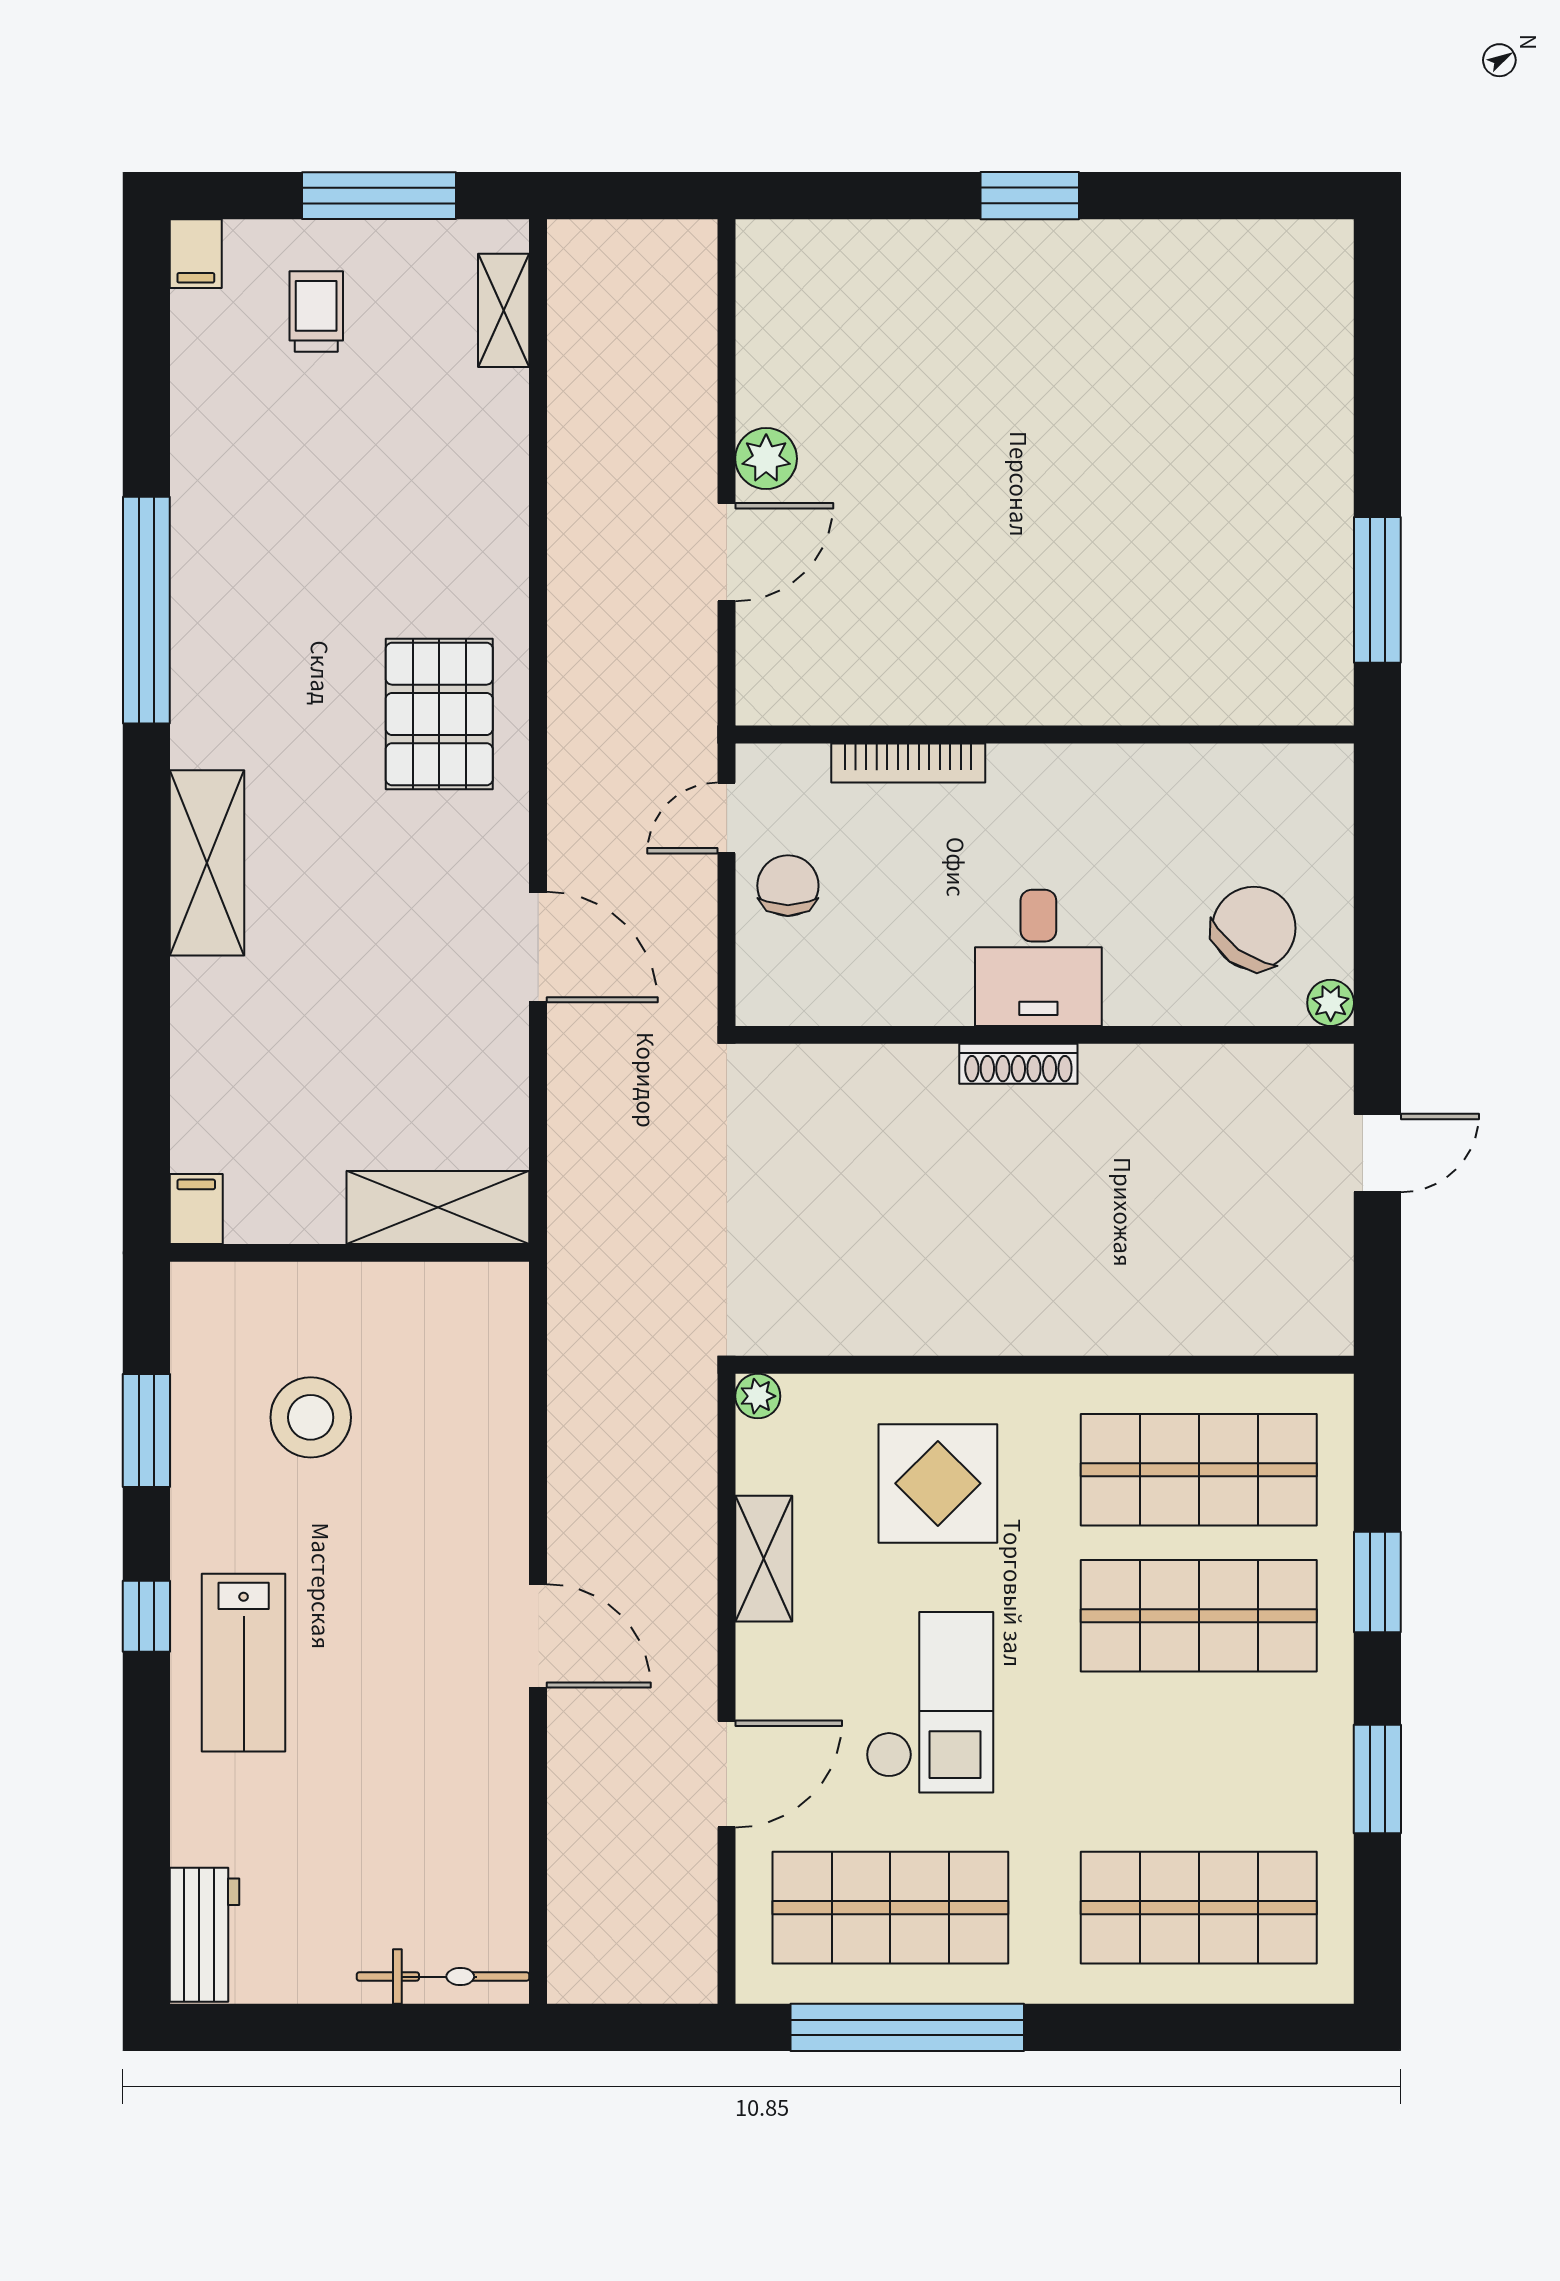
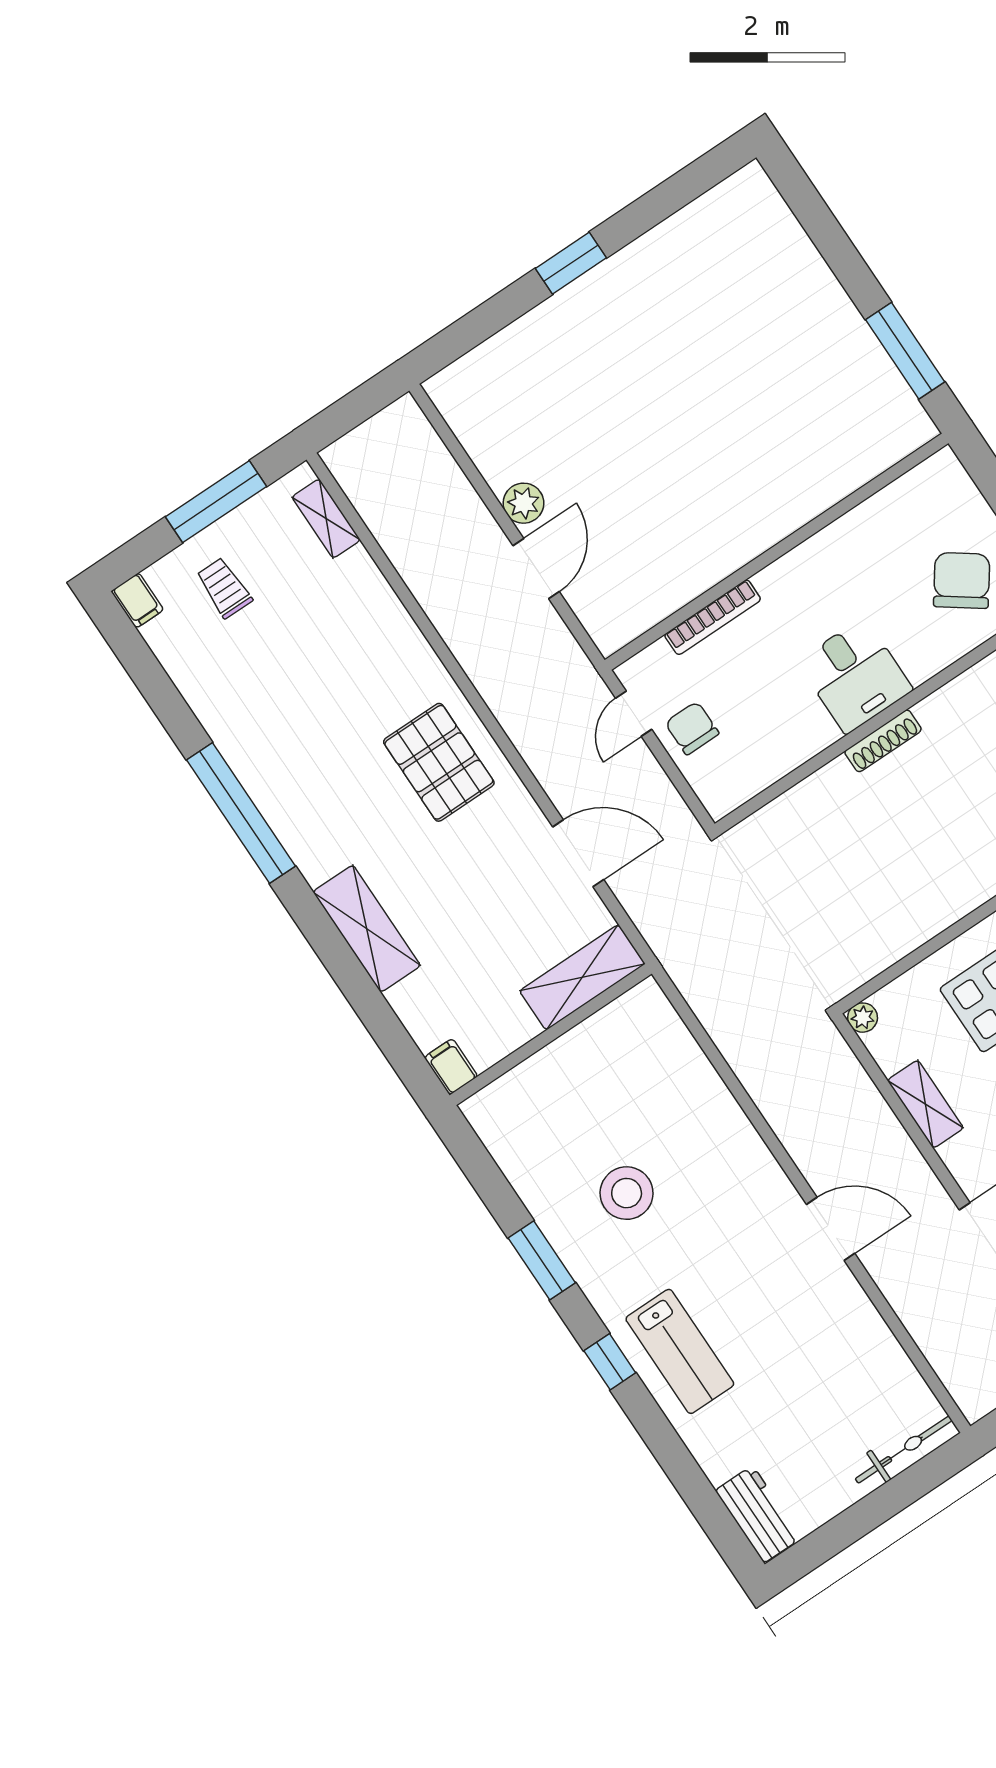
shelving: (438, 1207) -> (582, 977), moved
filing cabinet: (196, 1209) -> (451, 1067), moved
wall: (350, 1253) -> (551, 1034), moved

